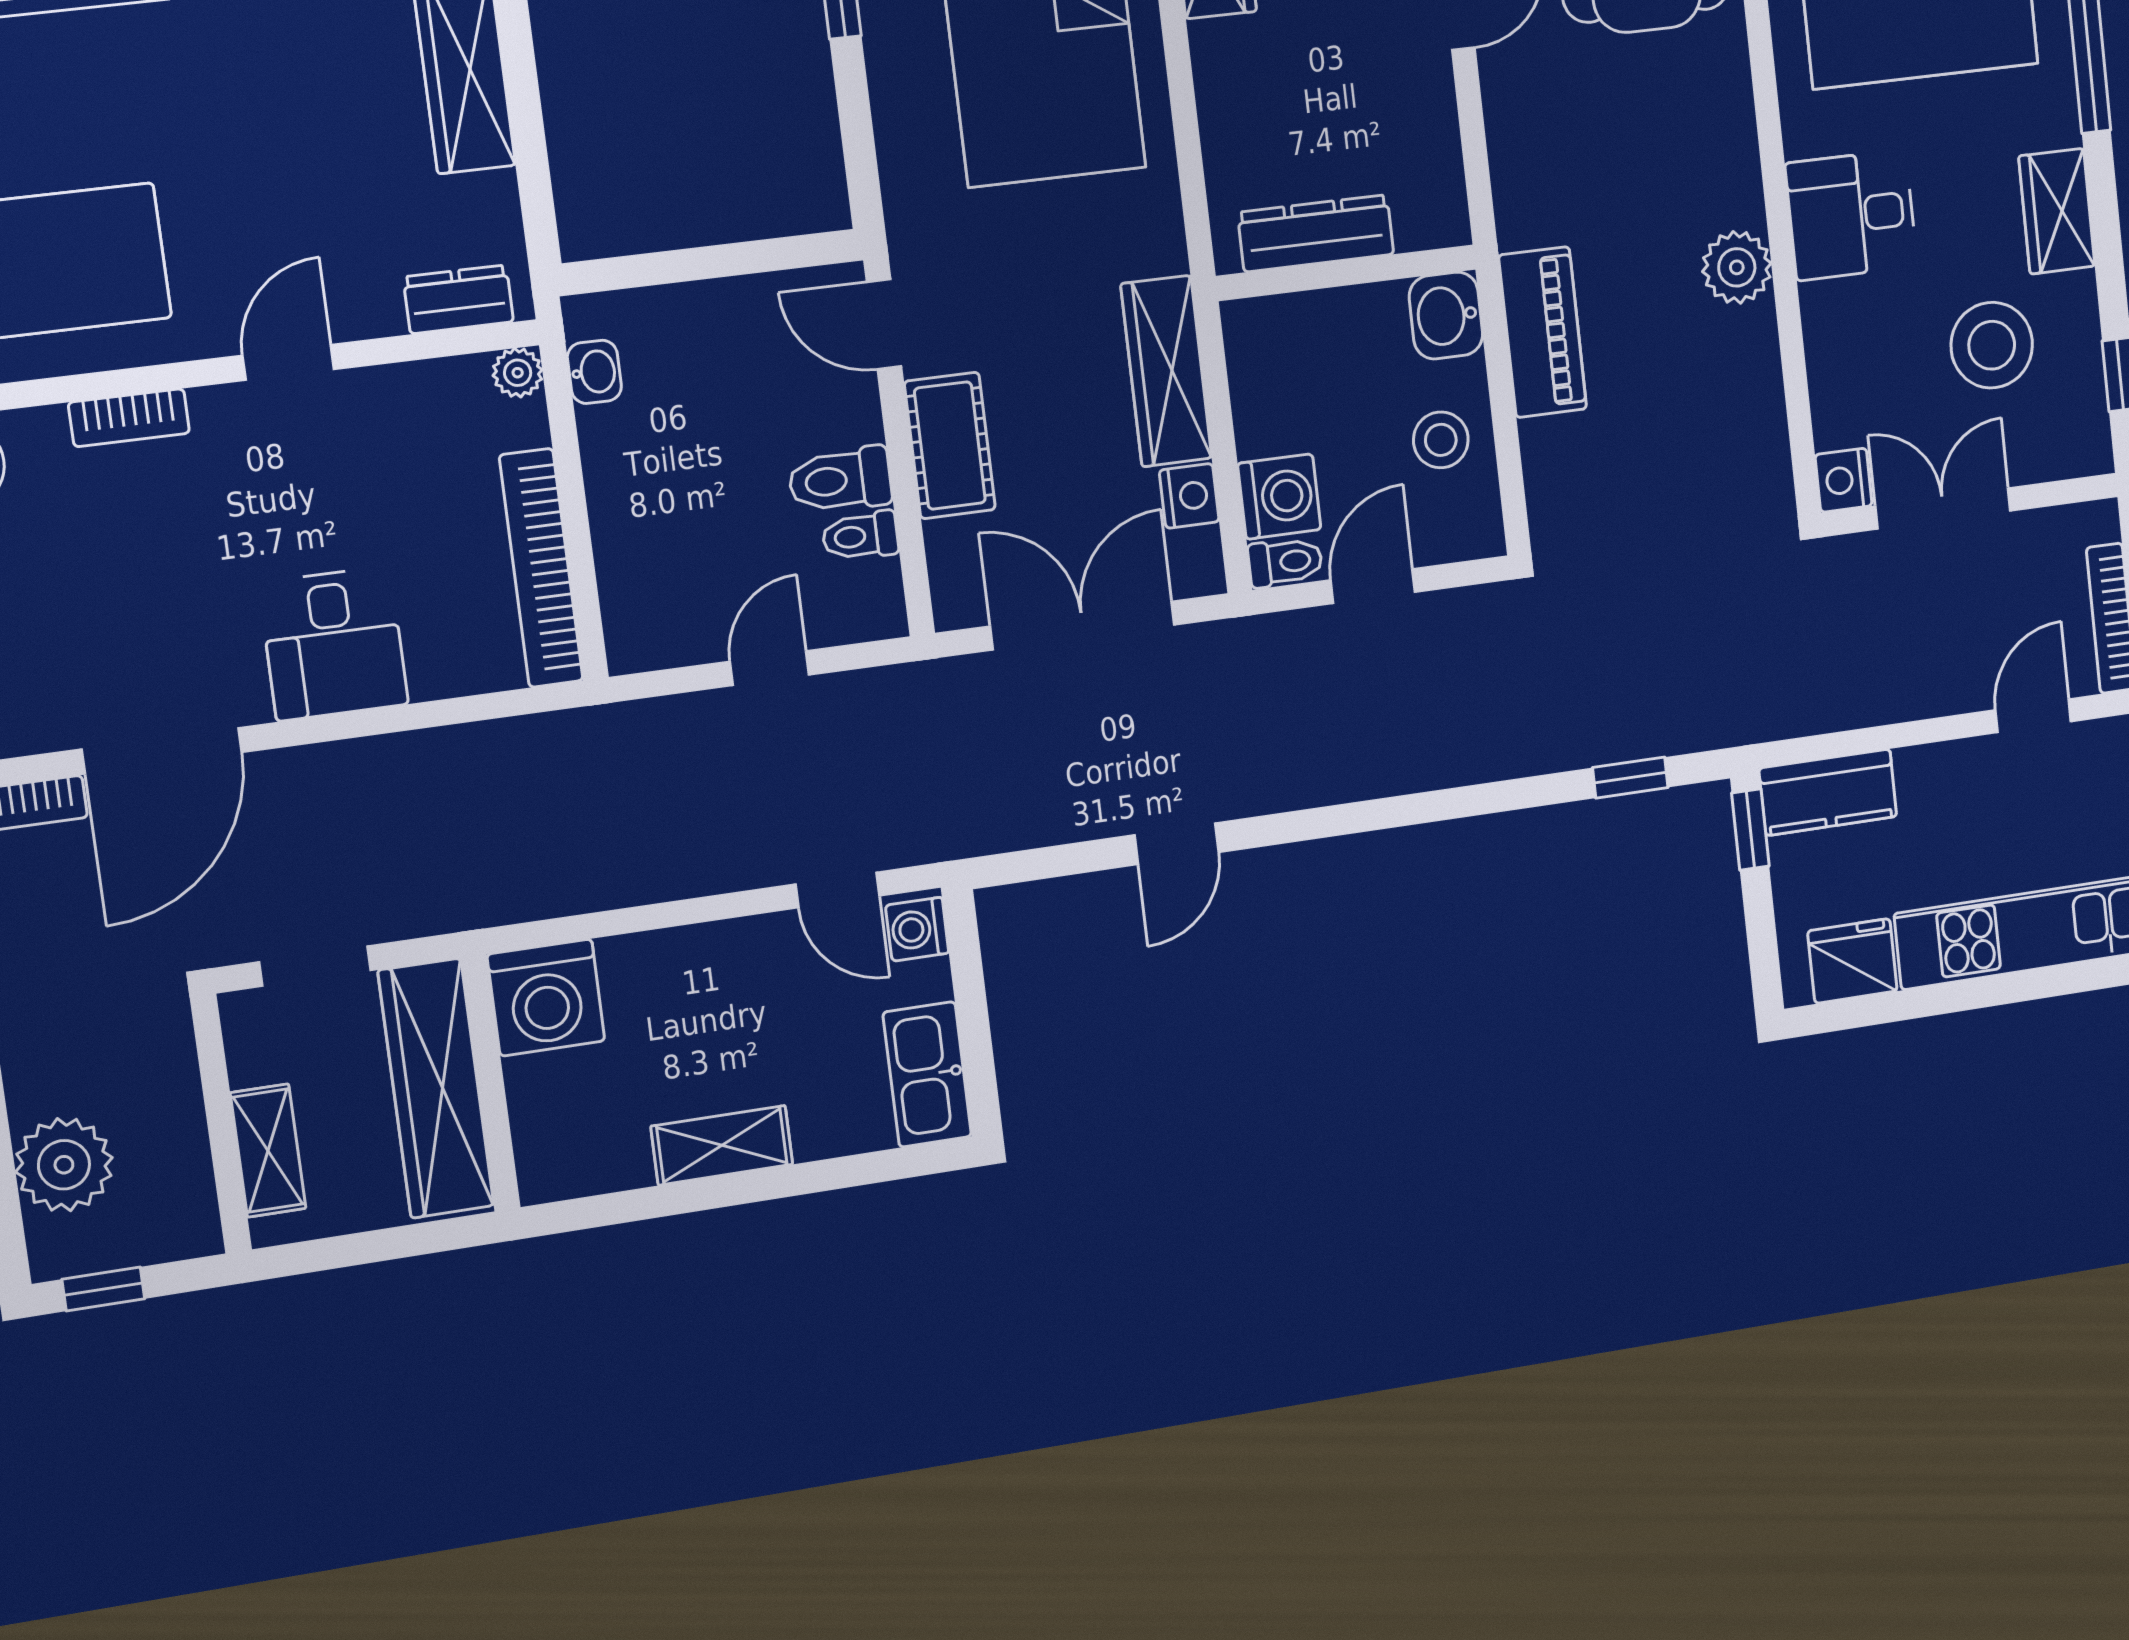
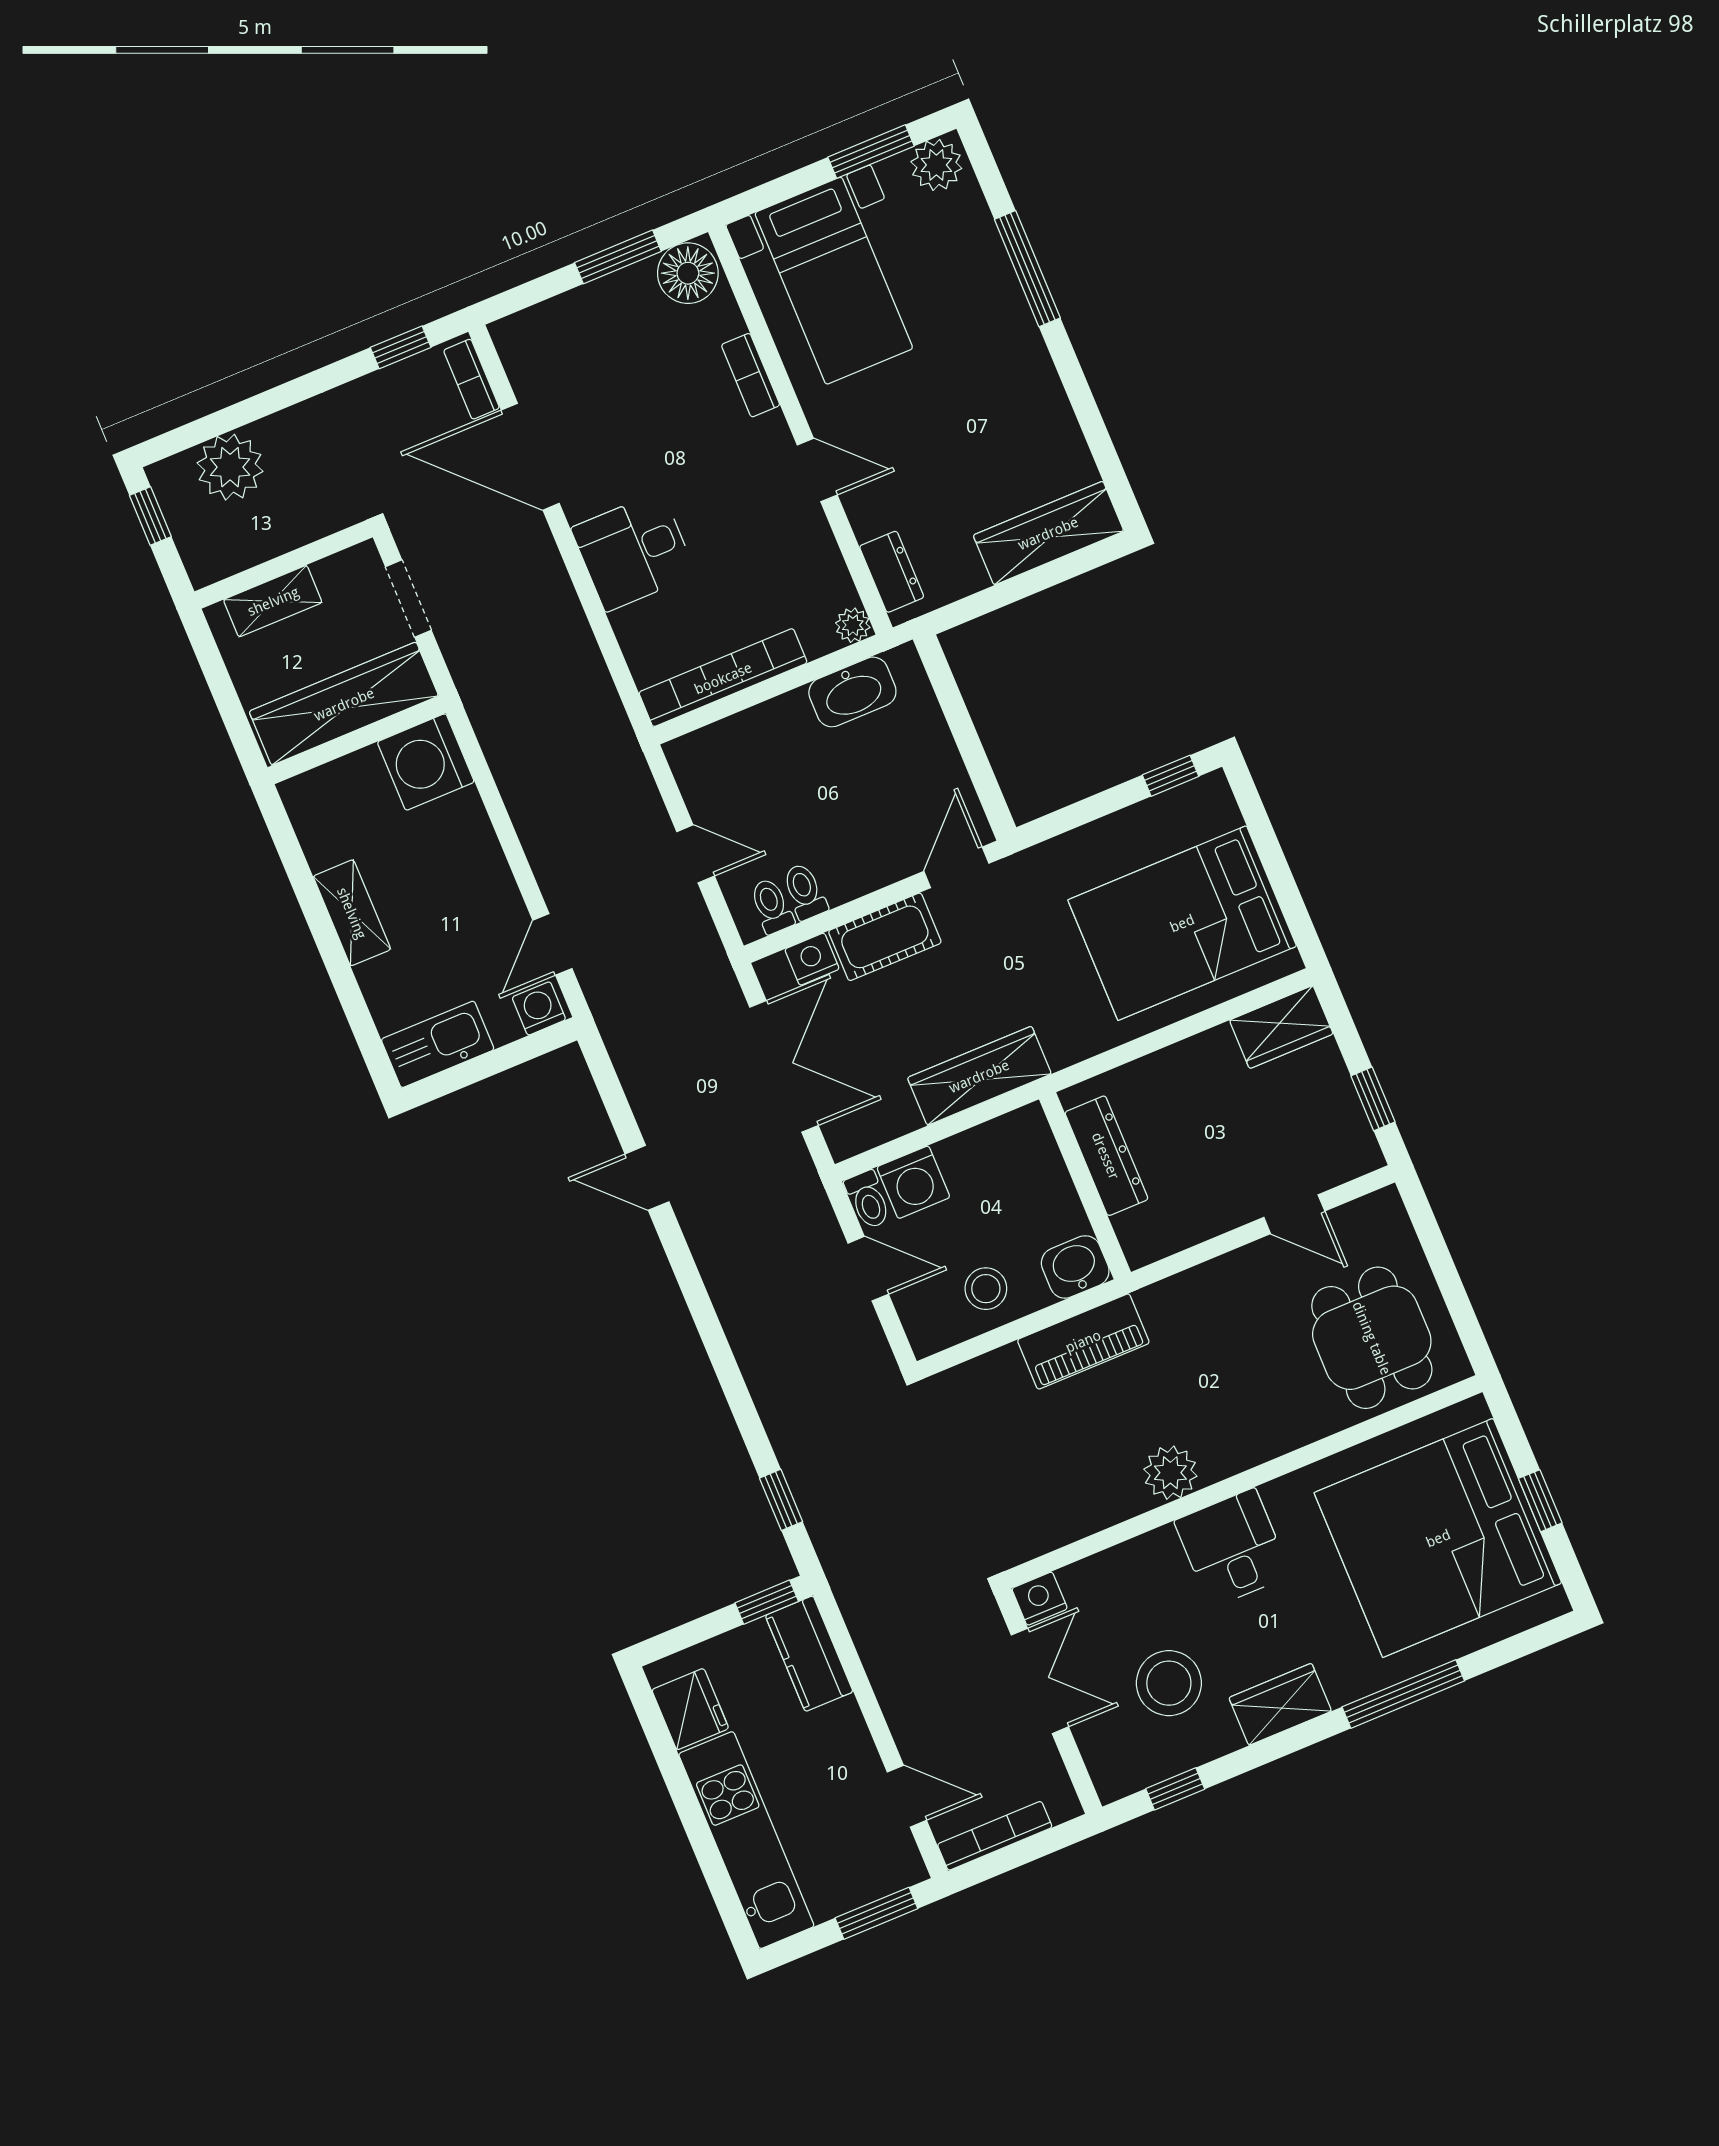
washbasin: (594, 372) -> (852, 692), width x1.91, depth x1.45
toilet: (840, 480) -> (772, 906), moved, width x0.73, depth x0.72
nightstand: (1189, 496) -> (812, 959), moved, turned 180

